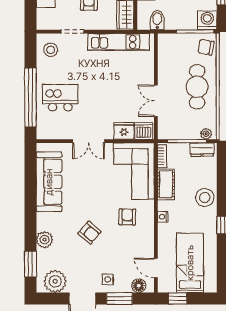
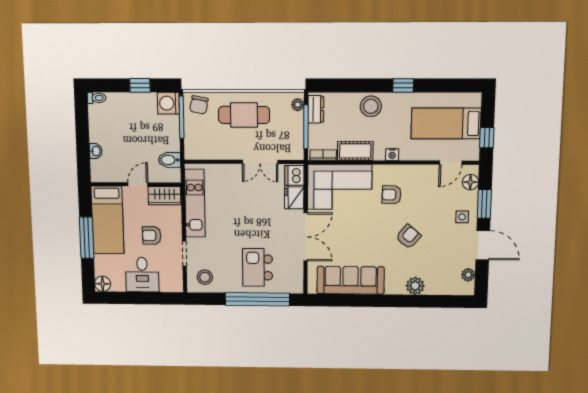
double door: (89, 141) -> (306, 237), width x1.37
window: (30, 264) -> (442, 301), removed
plant: (55, 281) -> (468, 275), width x0.53, depth x0.53

